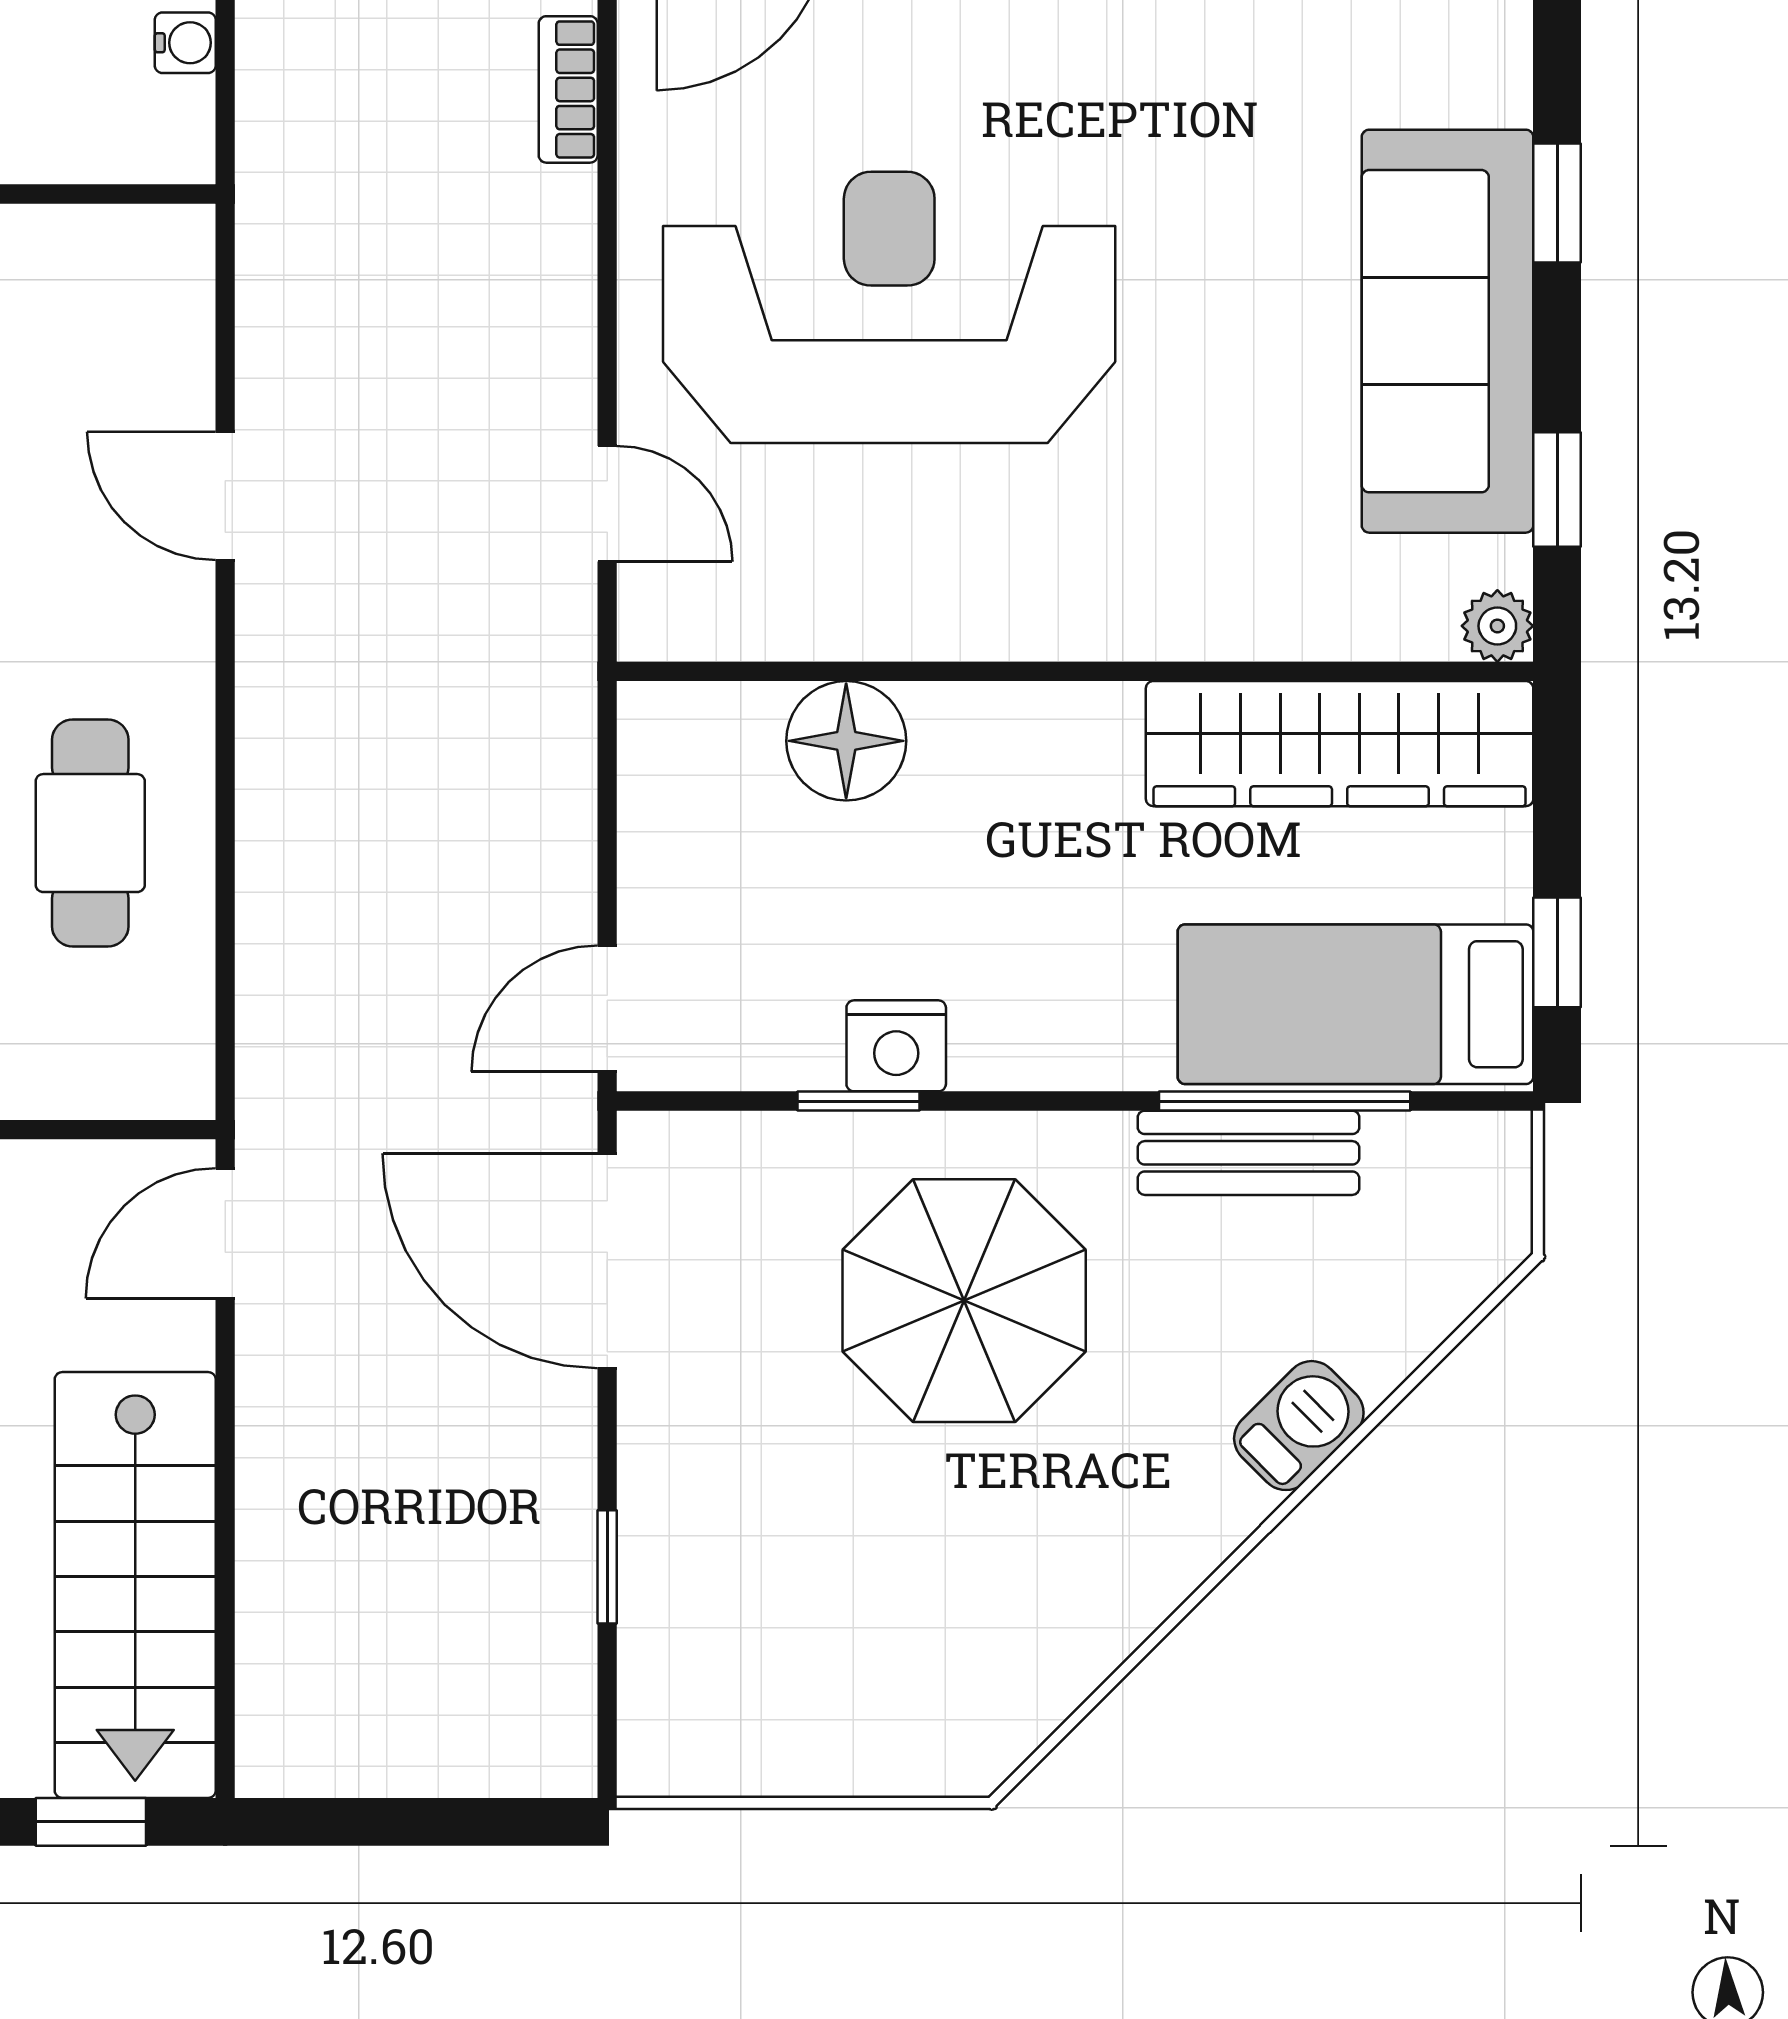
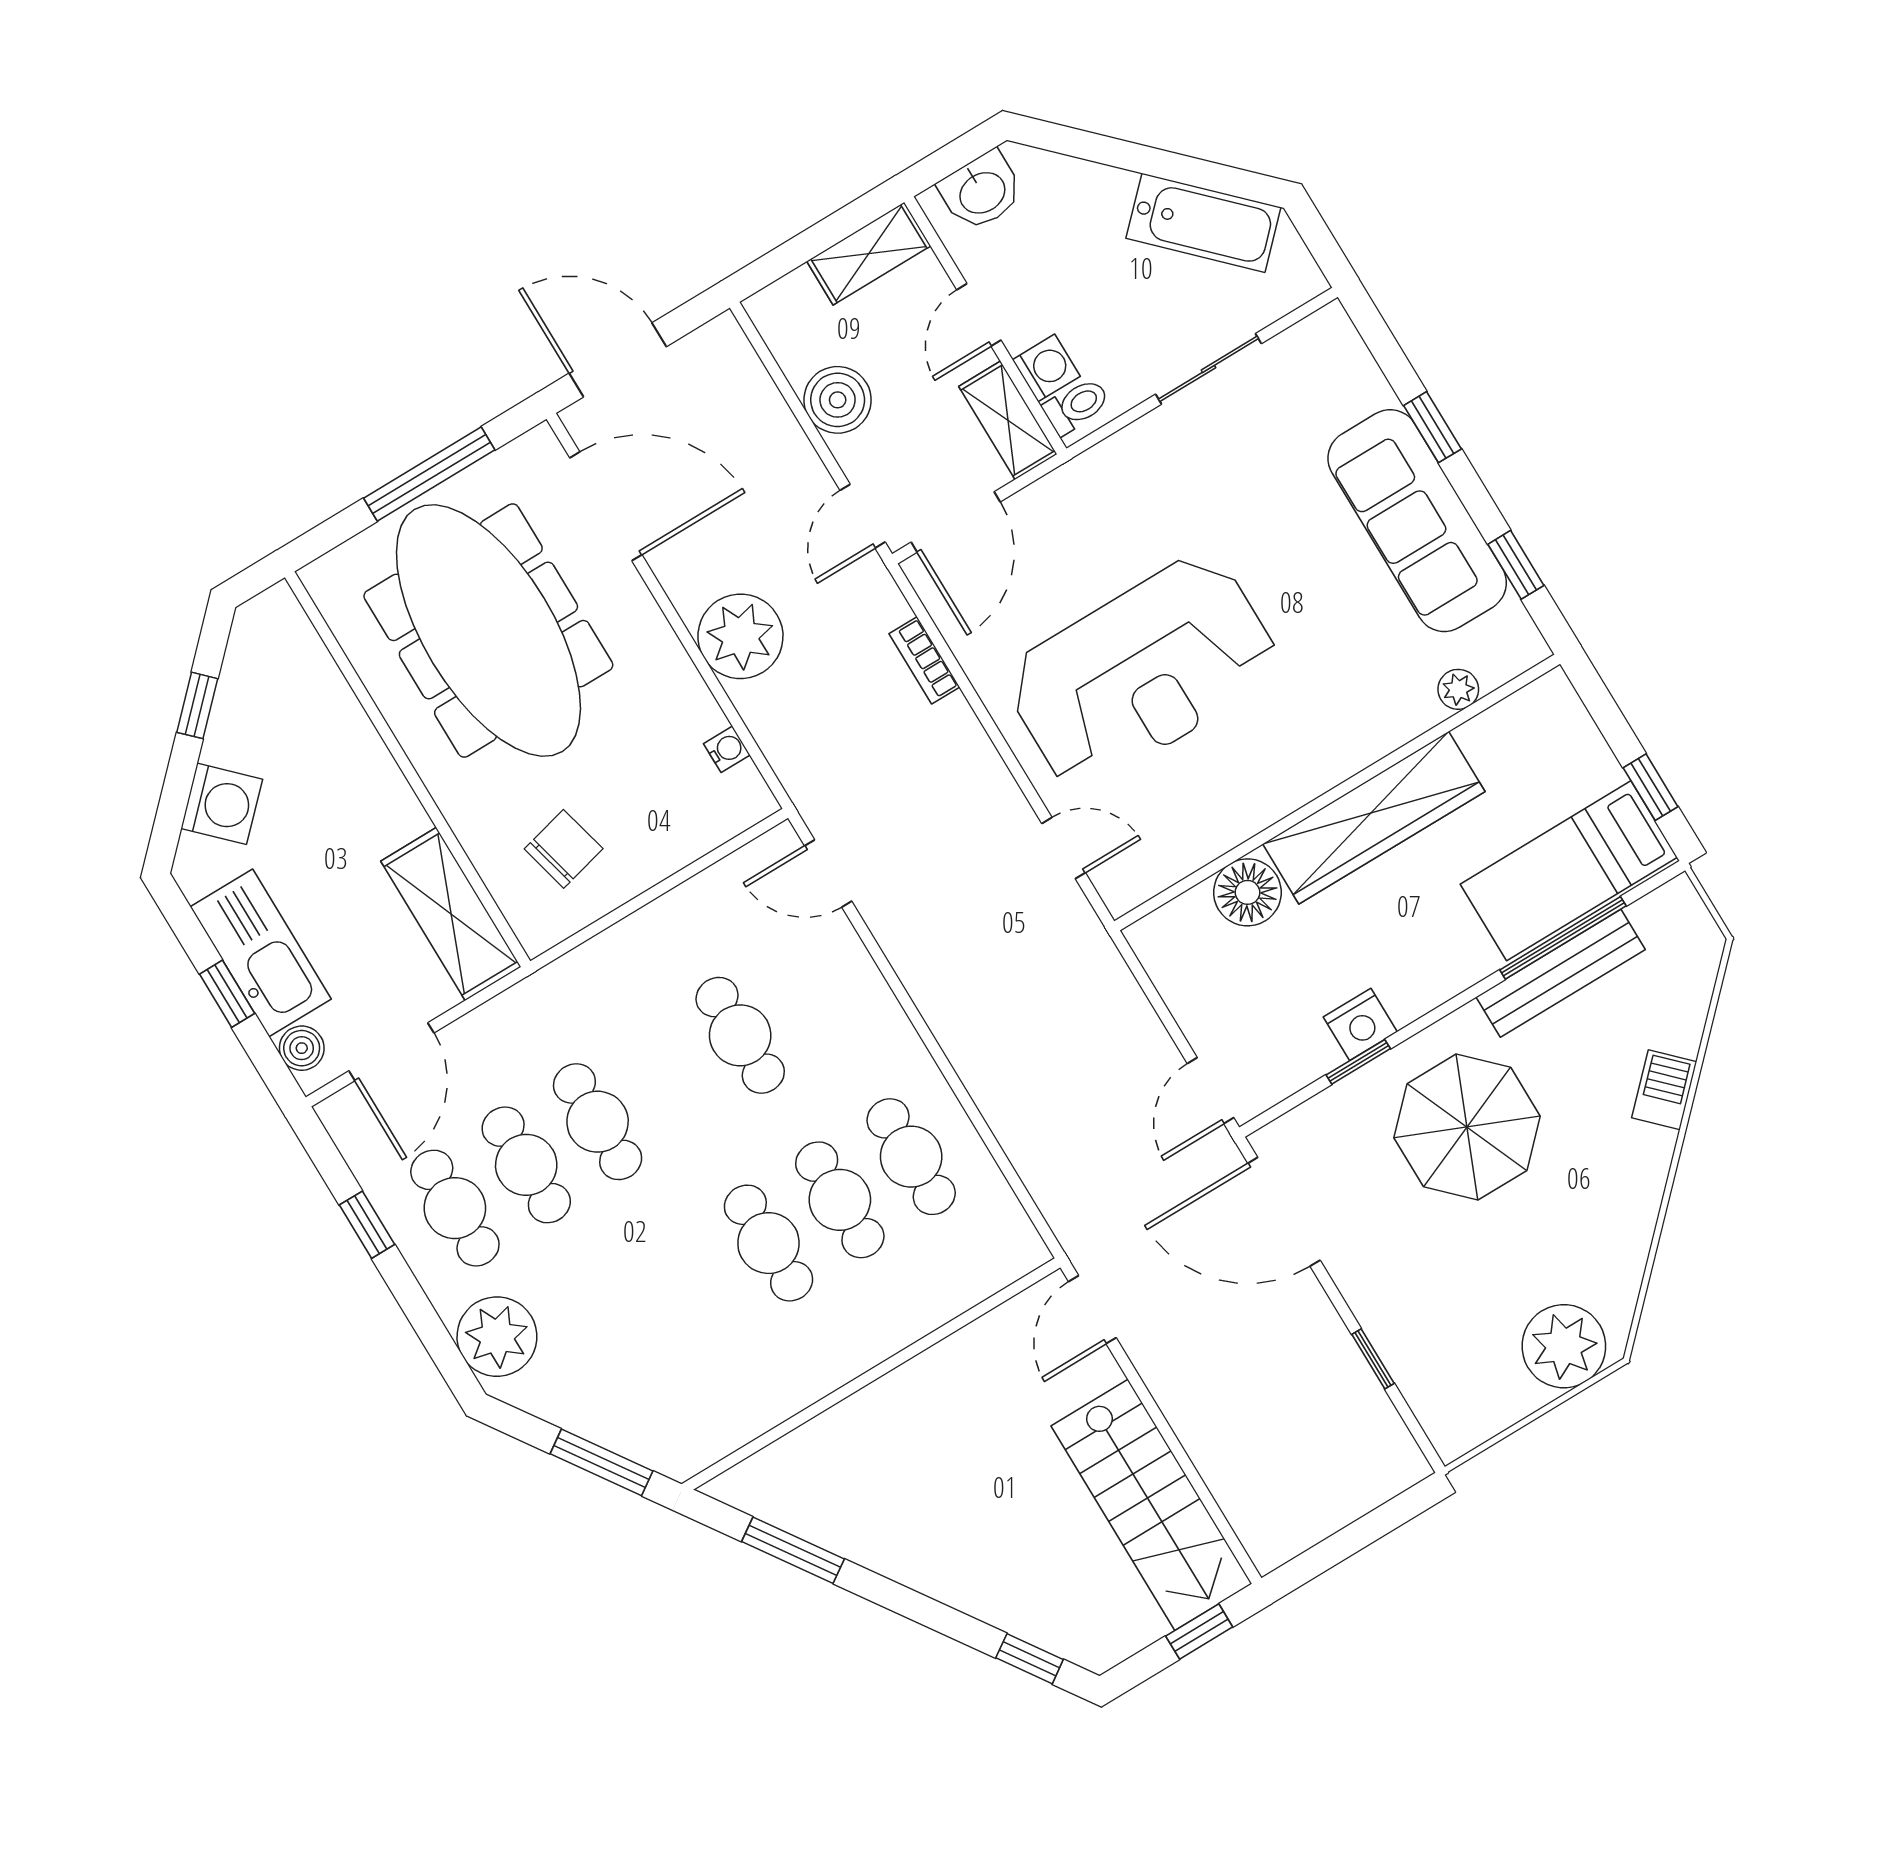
reception desk: (889, 307) -> (1142, 672), turned 180
door: (225, 496) -> (828, 873), moved
plant: (1497, 626) -> (1458, 689), moved
wardrobe: (1340, 744) -> (1374, 818), moved
bench: (1249, 1153) -> (1561, 973), width x1.36
plant: (909, 1724) -> (1564, 1346), added

